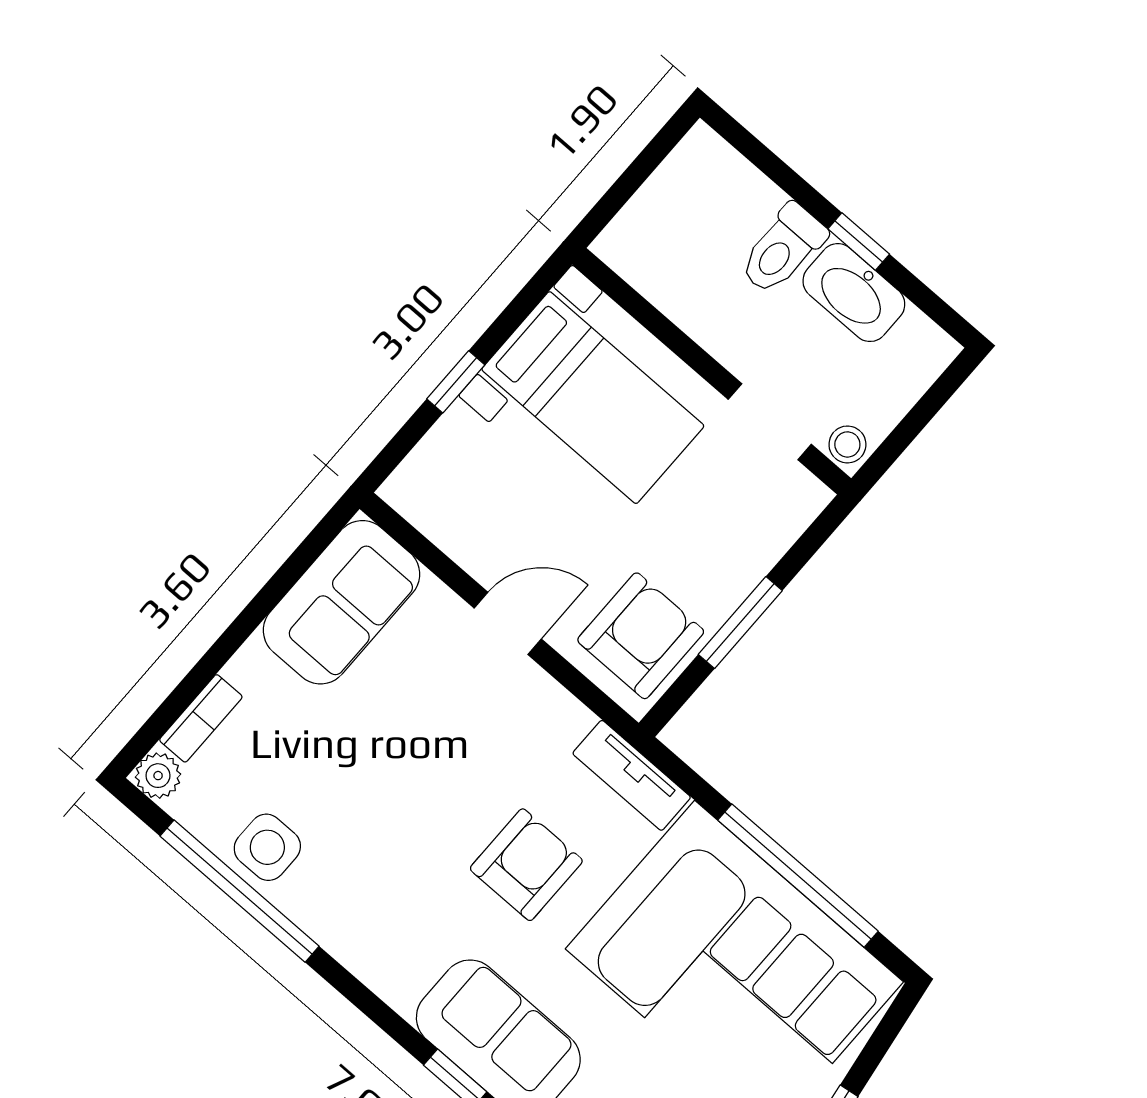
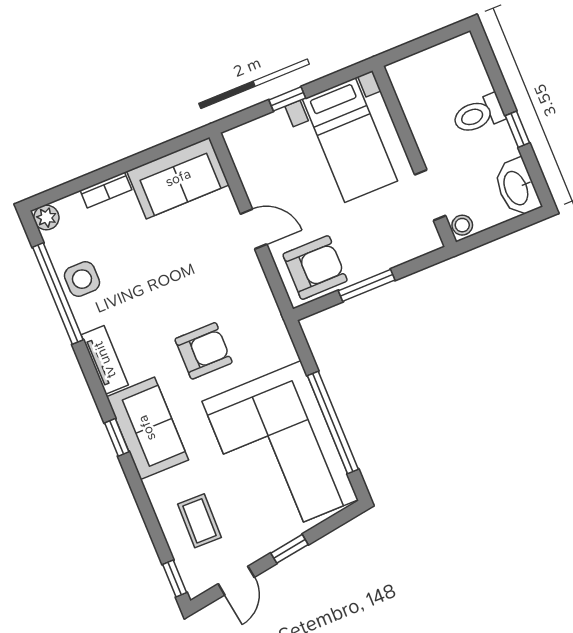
washbasin: (854, 293) -> (517, 188), moved
bookcase: (201, 718) -> (106, 190), moved
tv unit: (632, 775) -> (105, 360), moved, turned 180

